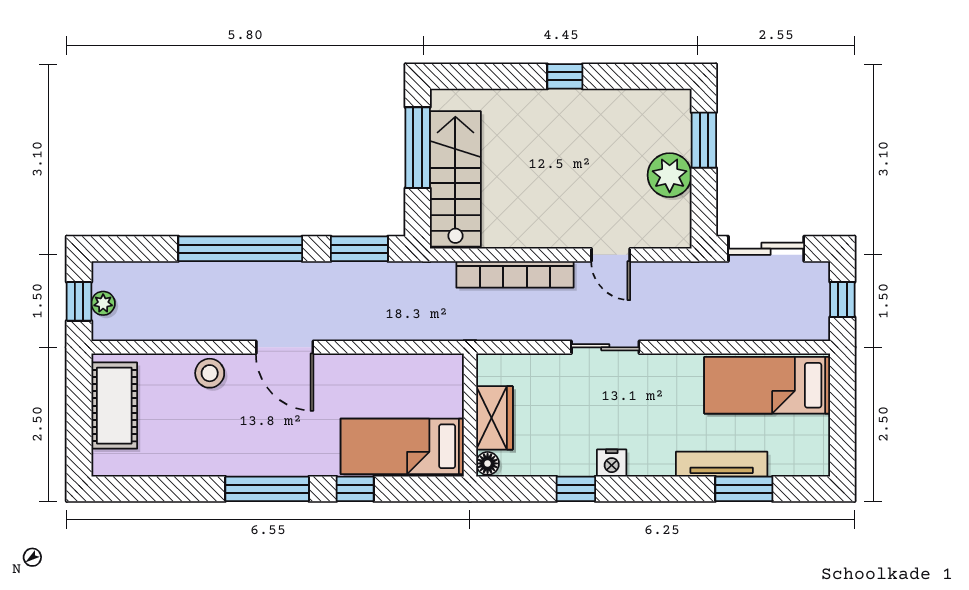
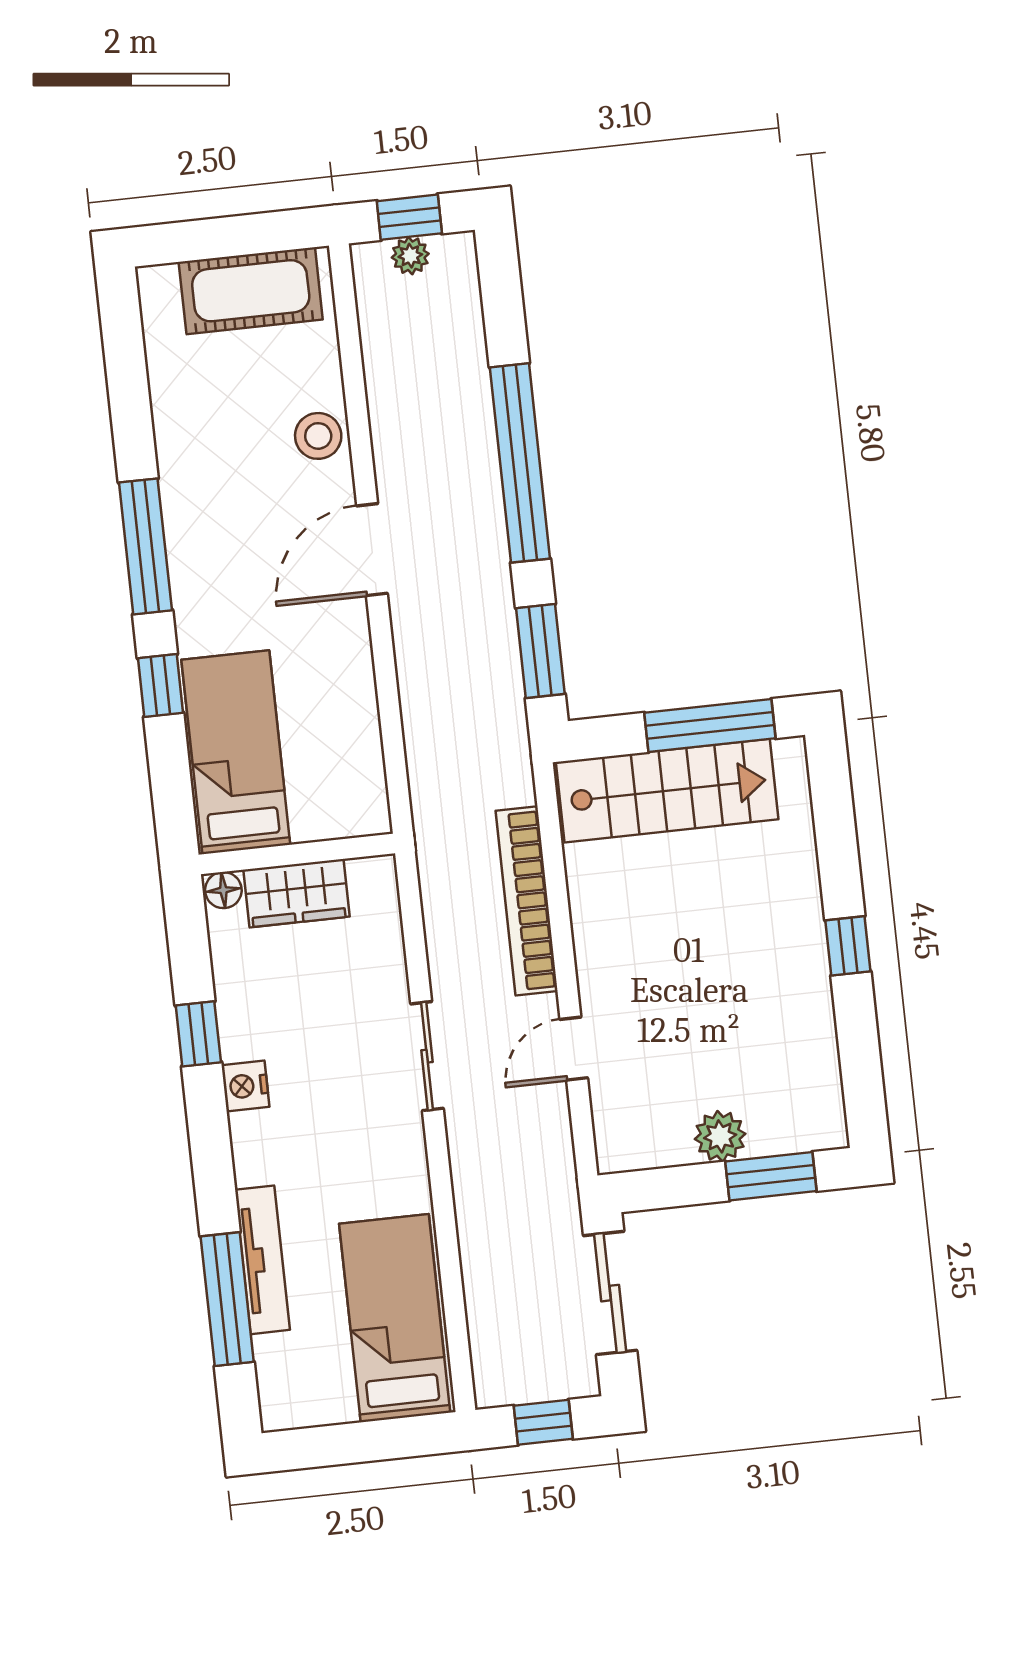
plant: (670, 175) -> (720, 1136), width x0.73, depth x0.73
window: (744, 489) -> (227, 1299), width x1.44

